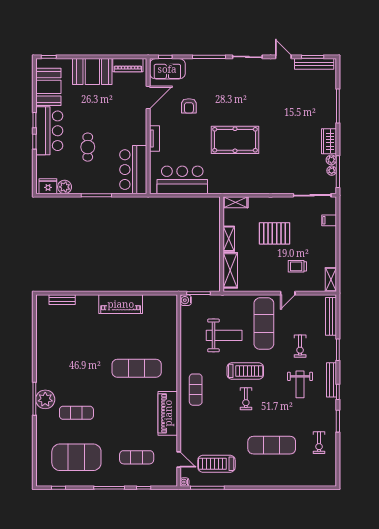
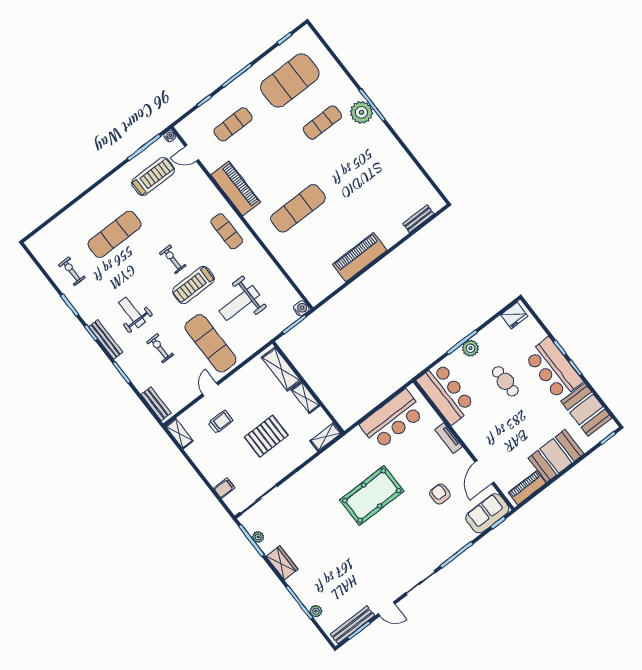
plant: (331, 160) -> (316, 611), moved
plant: (65, 187) -> (470, 348), moved
bench: (331, 316) -> (156, 404), width x0.73

